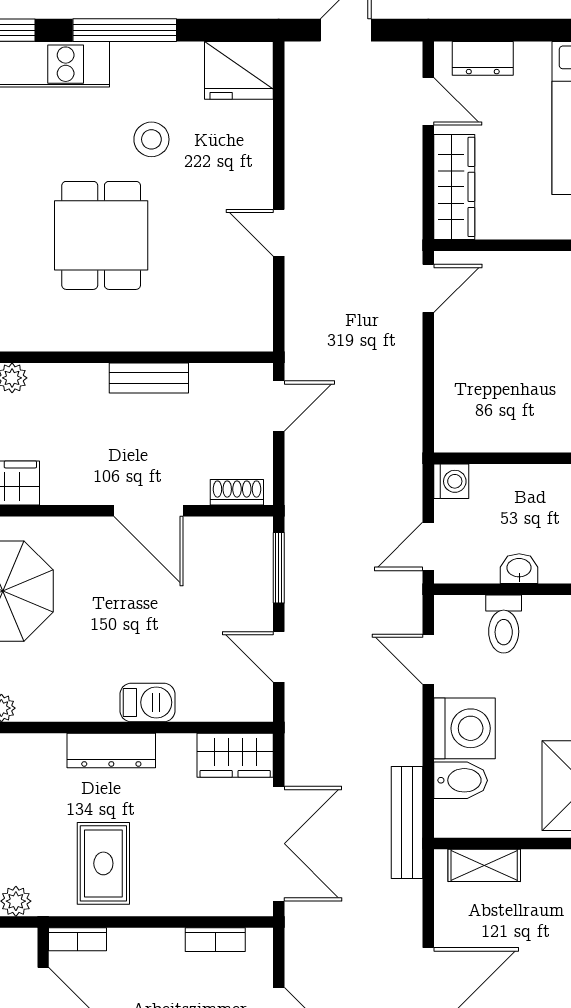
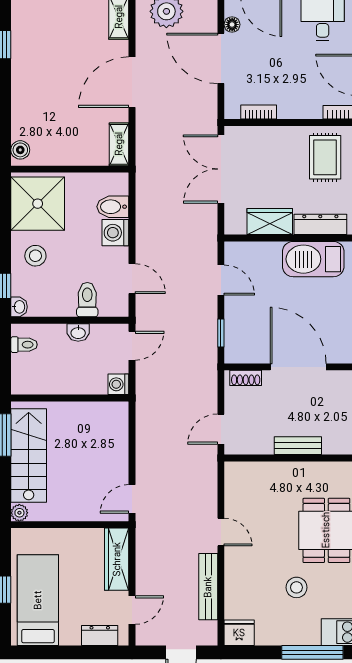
fridge: (239, 70) -> (239, 633), width x0.73, depth x0.75
door: (428, 101) -> (132, 610), swing flipped
door: (149, 511) -> (298, 367), width x1.36
window: (279, 568) -> (221, 333), width x0.67
barbecue: (147, 702) -> (313, 259), width x1.88, depth x1.53
washing machine: (464, 728) -> (115, 233), width x0.73, depth x0.73
wardrobe: (235, 755) -> (270, 222), moved
bench: (407, 822) -> (208, 587), moved
shelving: (484, 865) -> (119, 144), moved, turned 90

